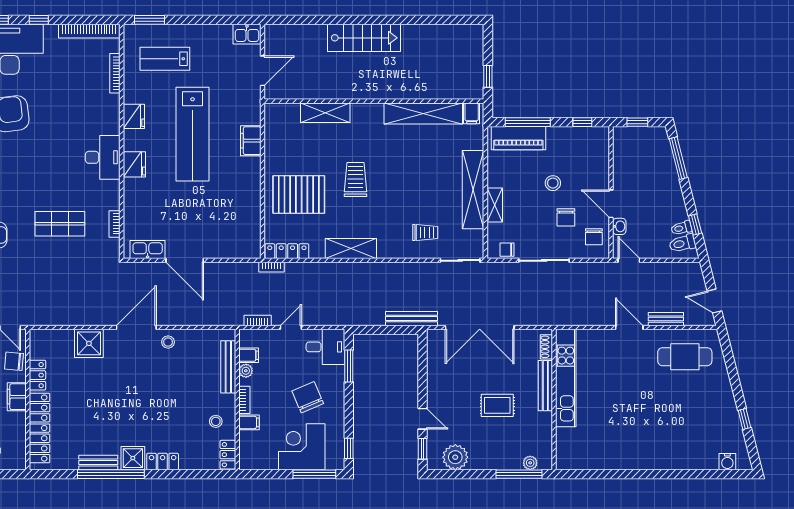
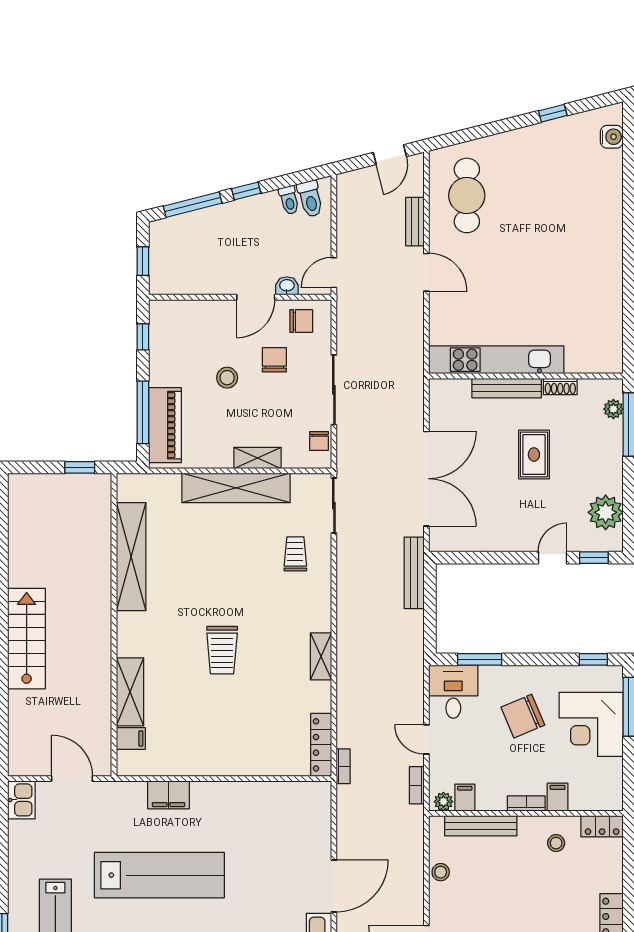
filing cabinet: (472, 113) -> (131, 738), moved
trolley: (356, 179) -> (222, 650), turned -90
pallet: (299, 194) -> (243, 728), removed
chair: (566, 217) -> (274, 360), turned -90
window: (695, 225) -> (246, 191), moved
shelving: (351, 249) -> (321, 656), width x0.67, depth x0.75
door: (629, 327) -> (426, 272), swing flipped
stool: (168, 342) -> (441, 872), moved
shoe rack: (546, 347) -> (560, 387), moved
plant: (246, 371) -> (443, 802), moved

